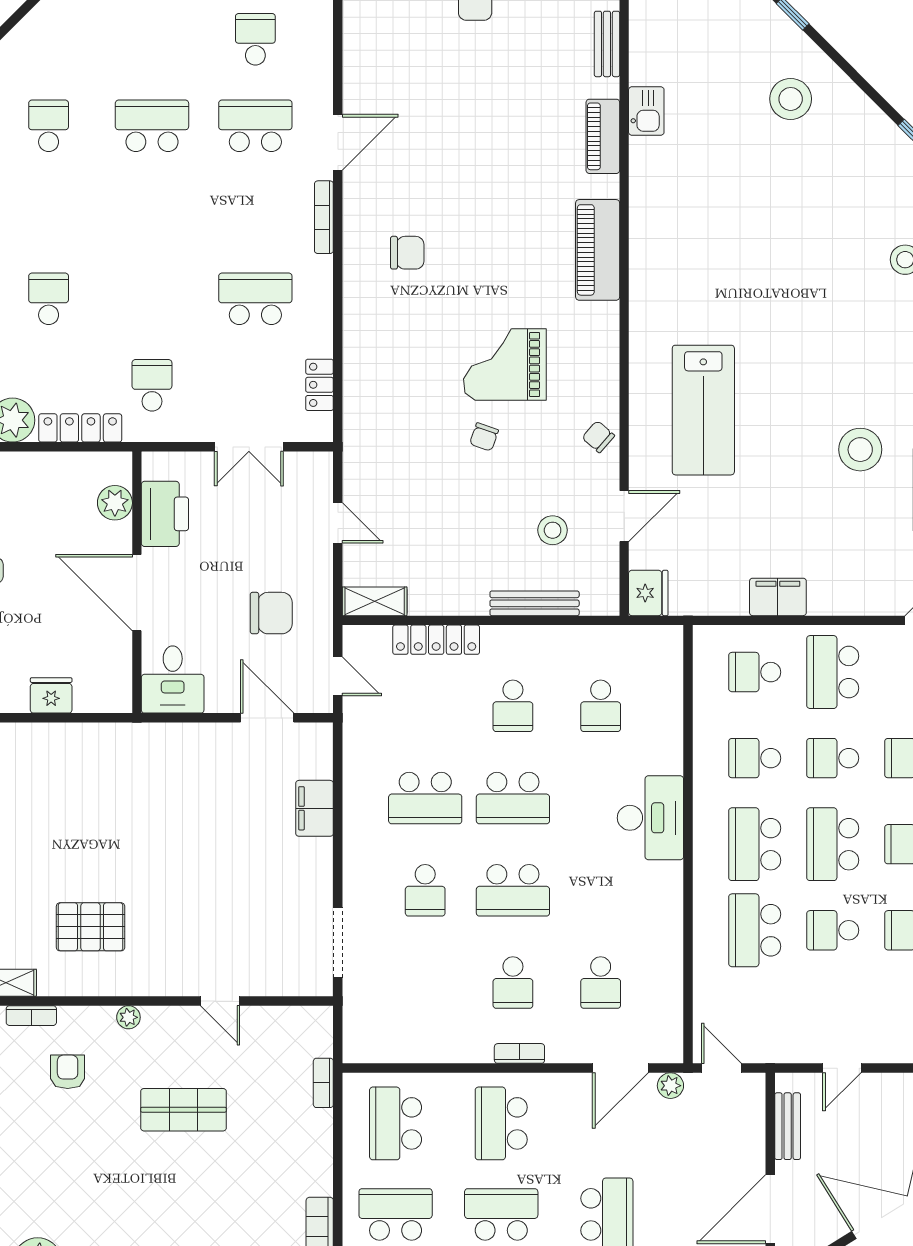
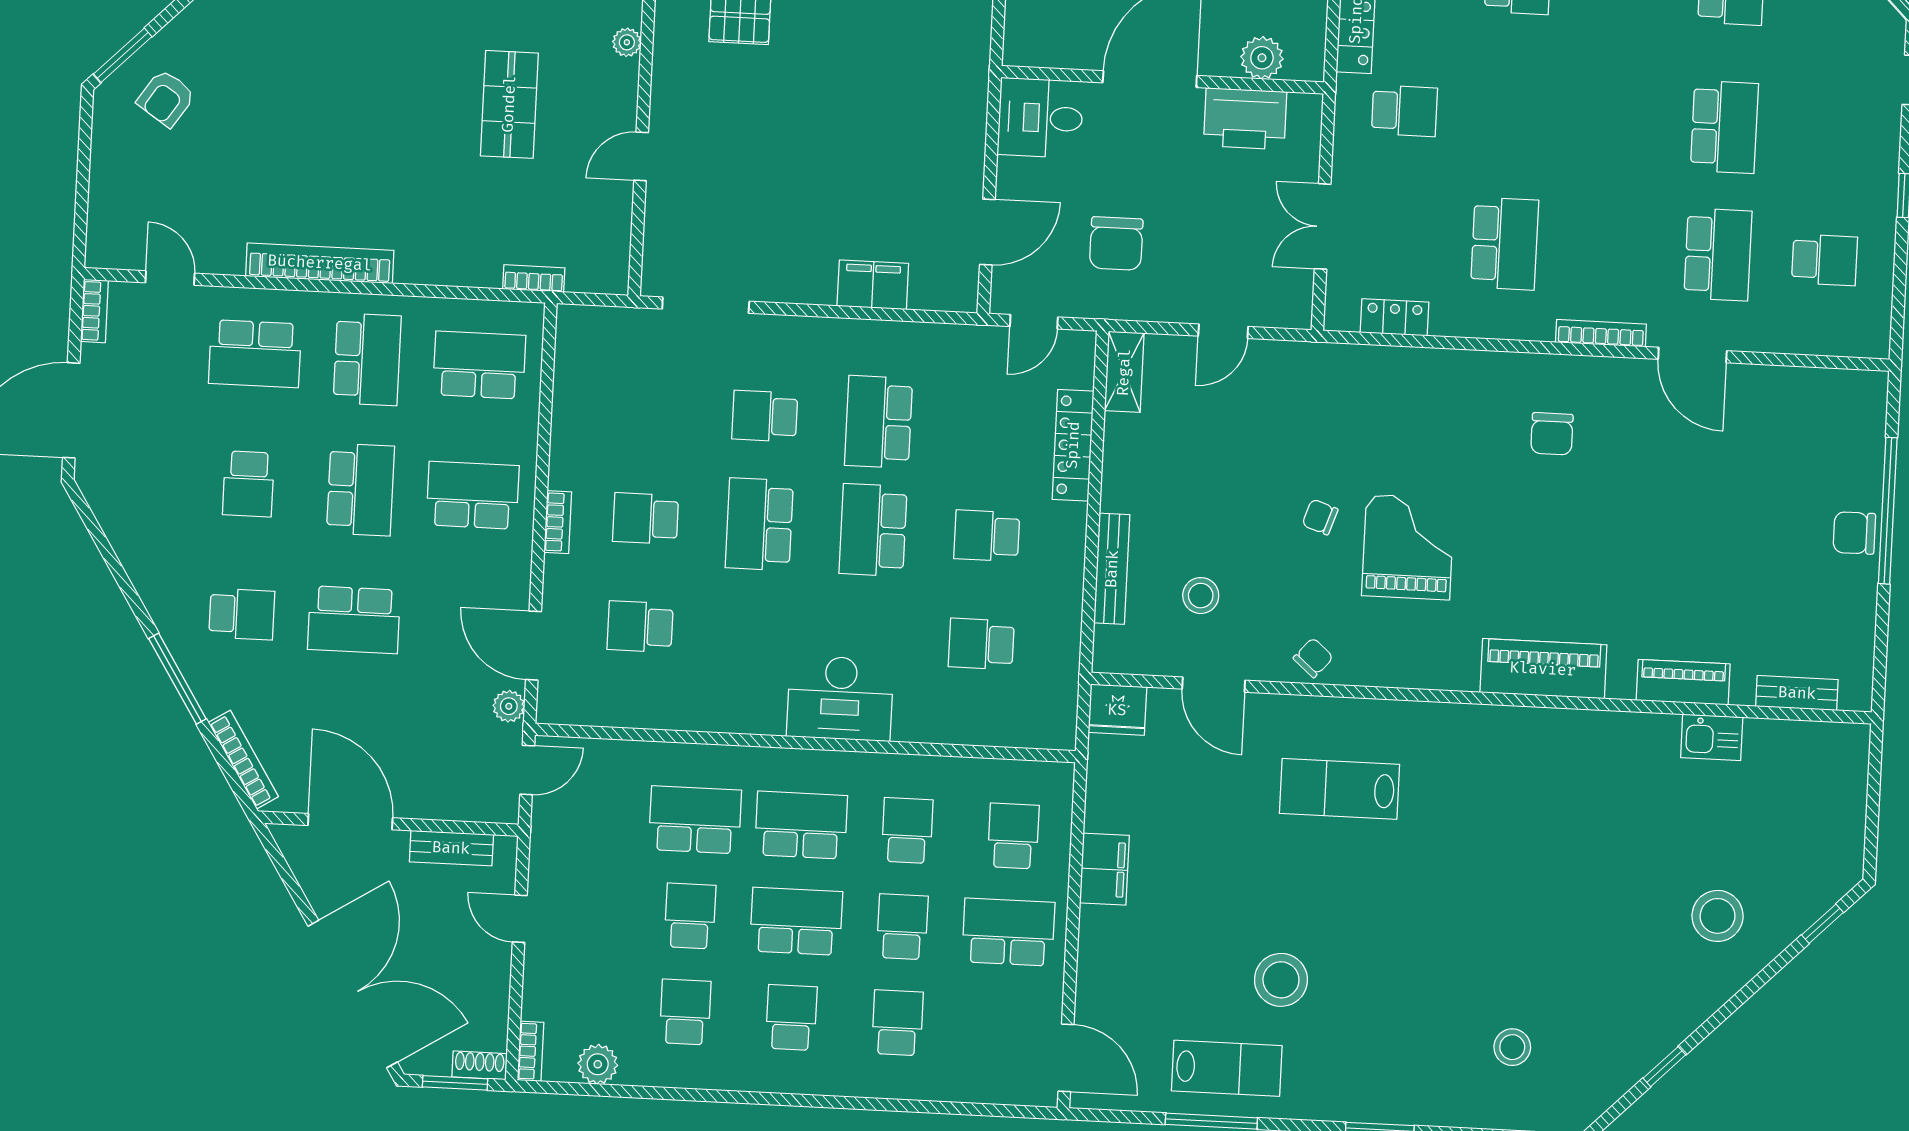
lab bench: (703, 410) -> (1340, 789), width x0.73, depth x0.72

